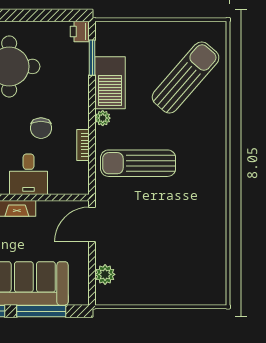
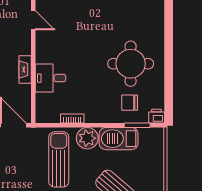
plant: (103, 118) -> (87, 138), width x1.87, depth x1.87
chair: (41, 128) -> (130, 103), moved

